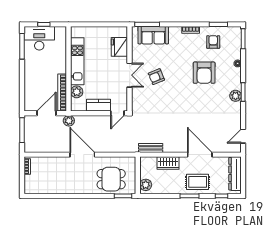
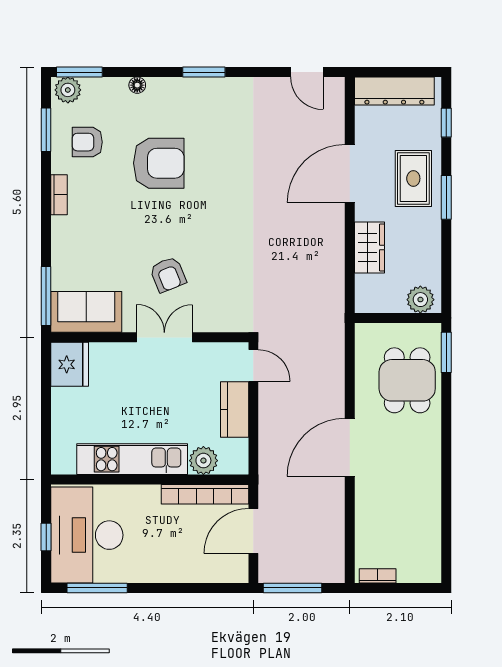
sofa: (153, 35) -> (86, 312), moved, turned -90
desk: (39, 38) -> (87, 535), width x1.36, depth x1.30
fridge: (119, 47) -> (70, 364), moved, turned -90
plant: (236, 96) -> (68, 90), moved
door: (46, 113) -> (253, 531), hinge flipped
plant: (69, 121) -> (271, 479), removed
bench: (151, 148) -> (334, 288), removed

